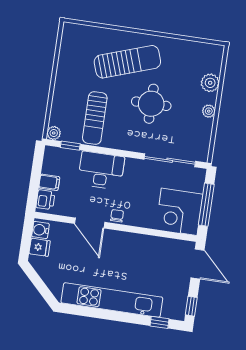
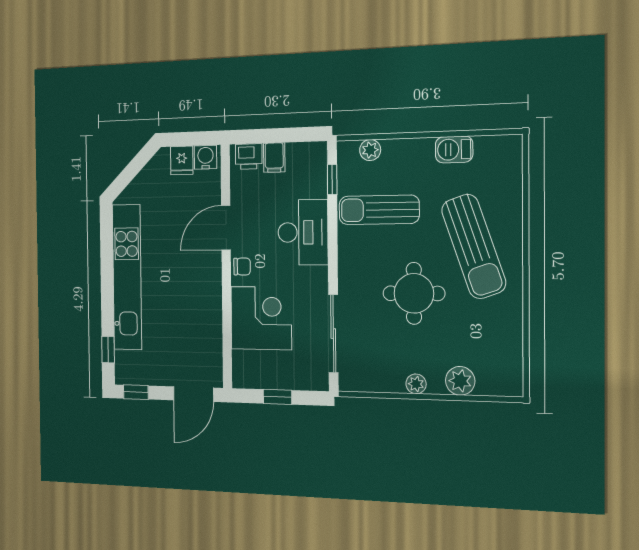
barbecue: (65, 65) -> (454, 149), added
plant: (54, 133) -> (370, 150), moved
window: (206, 205) -> (278, 397), width x0.46
corner desk: (179, 212) -> (261, 318), moved, turned 90

